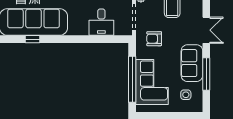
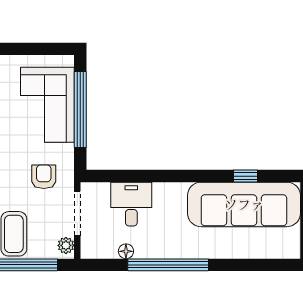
armchair: (154, 39) -> (44, 177), turned -90

